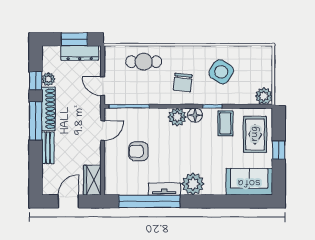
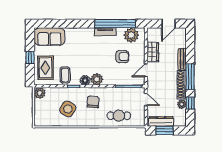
wardrobe: (92, 180) -> (153, 52), moved
plant: (193, 184) -> (131, 35), moved

